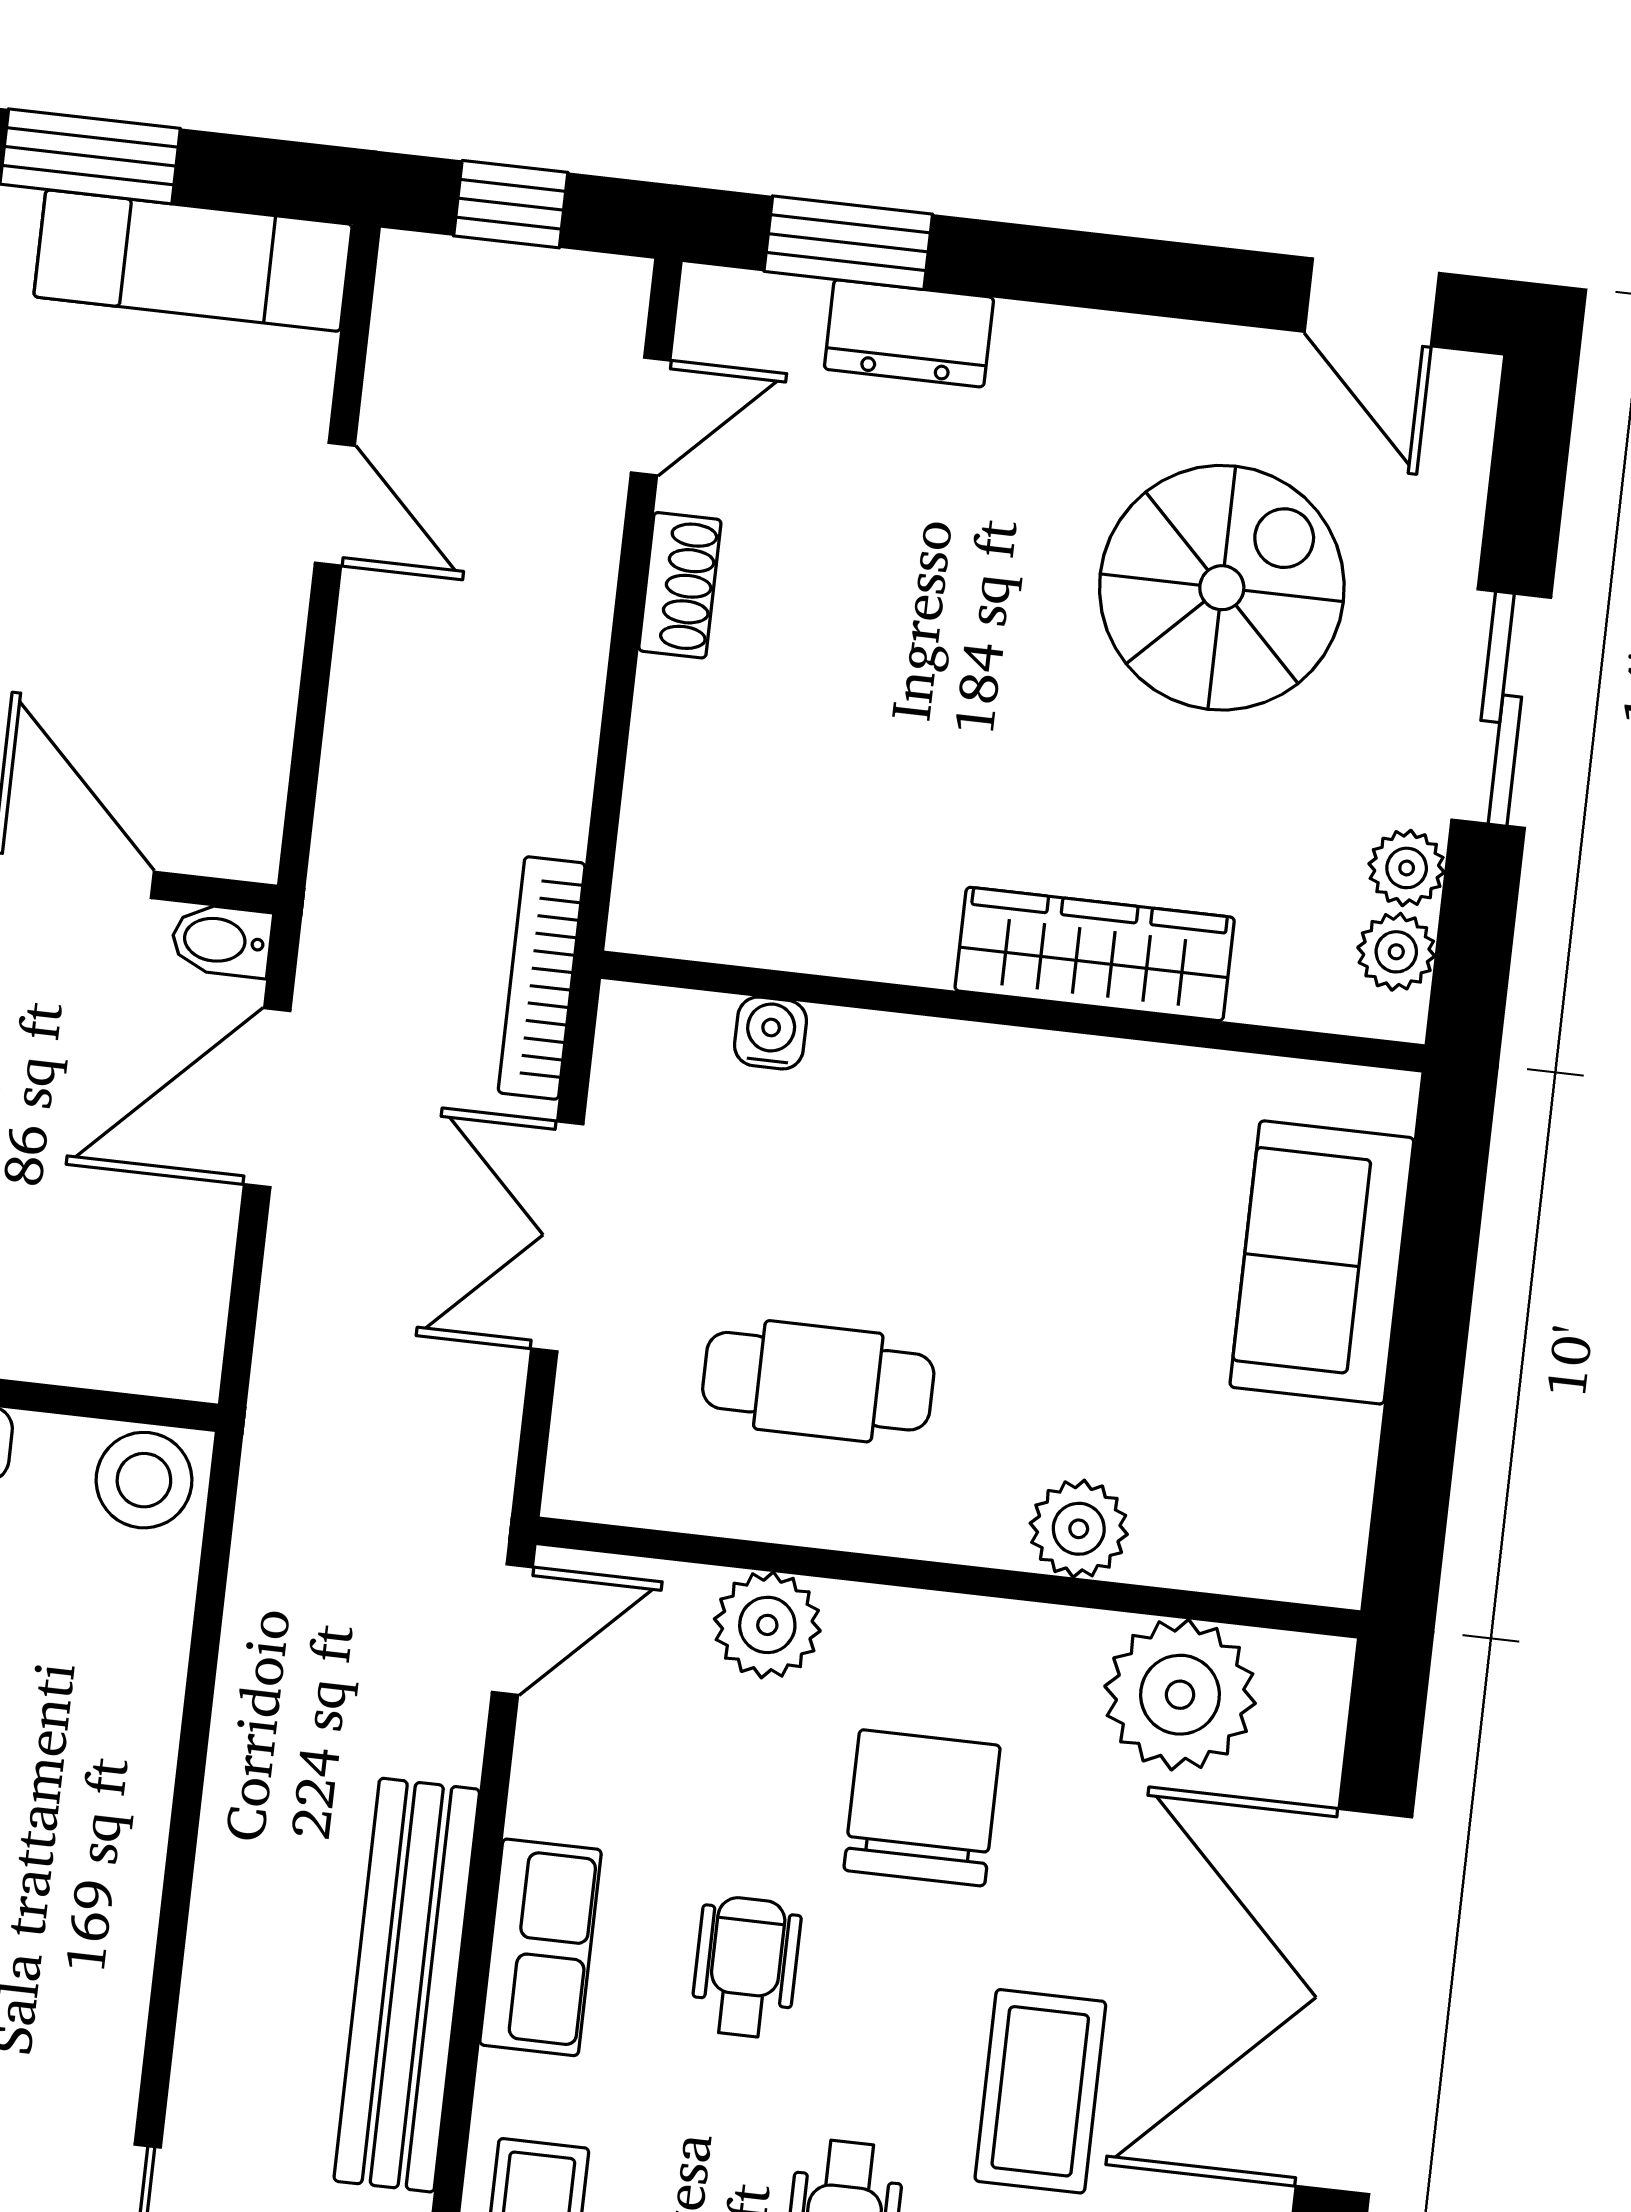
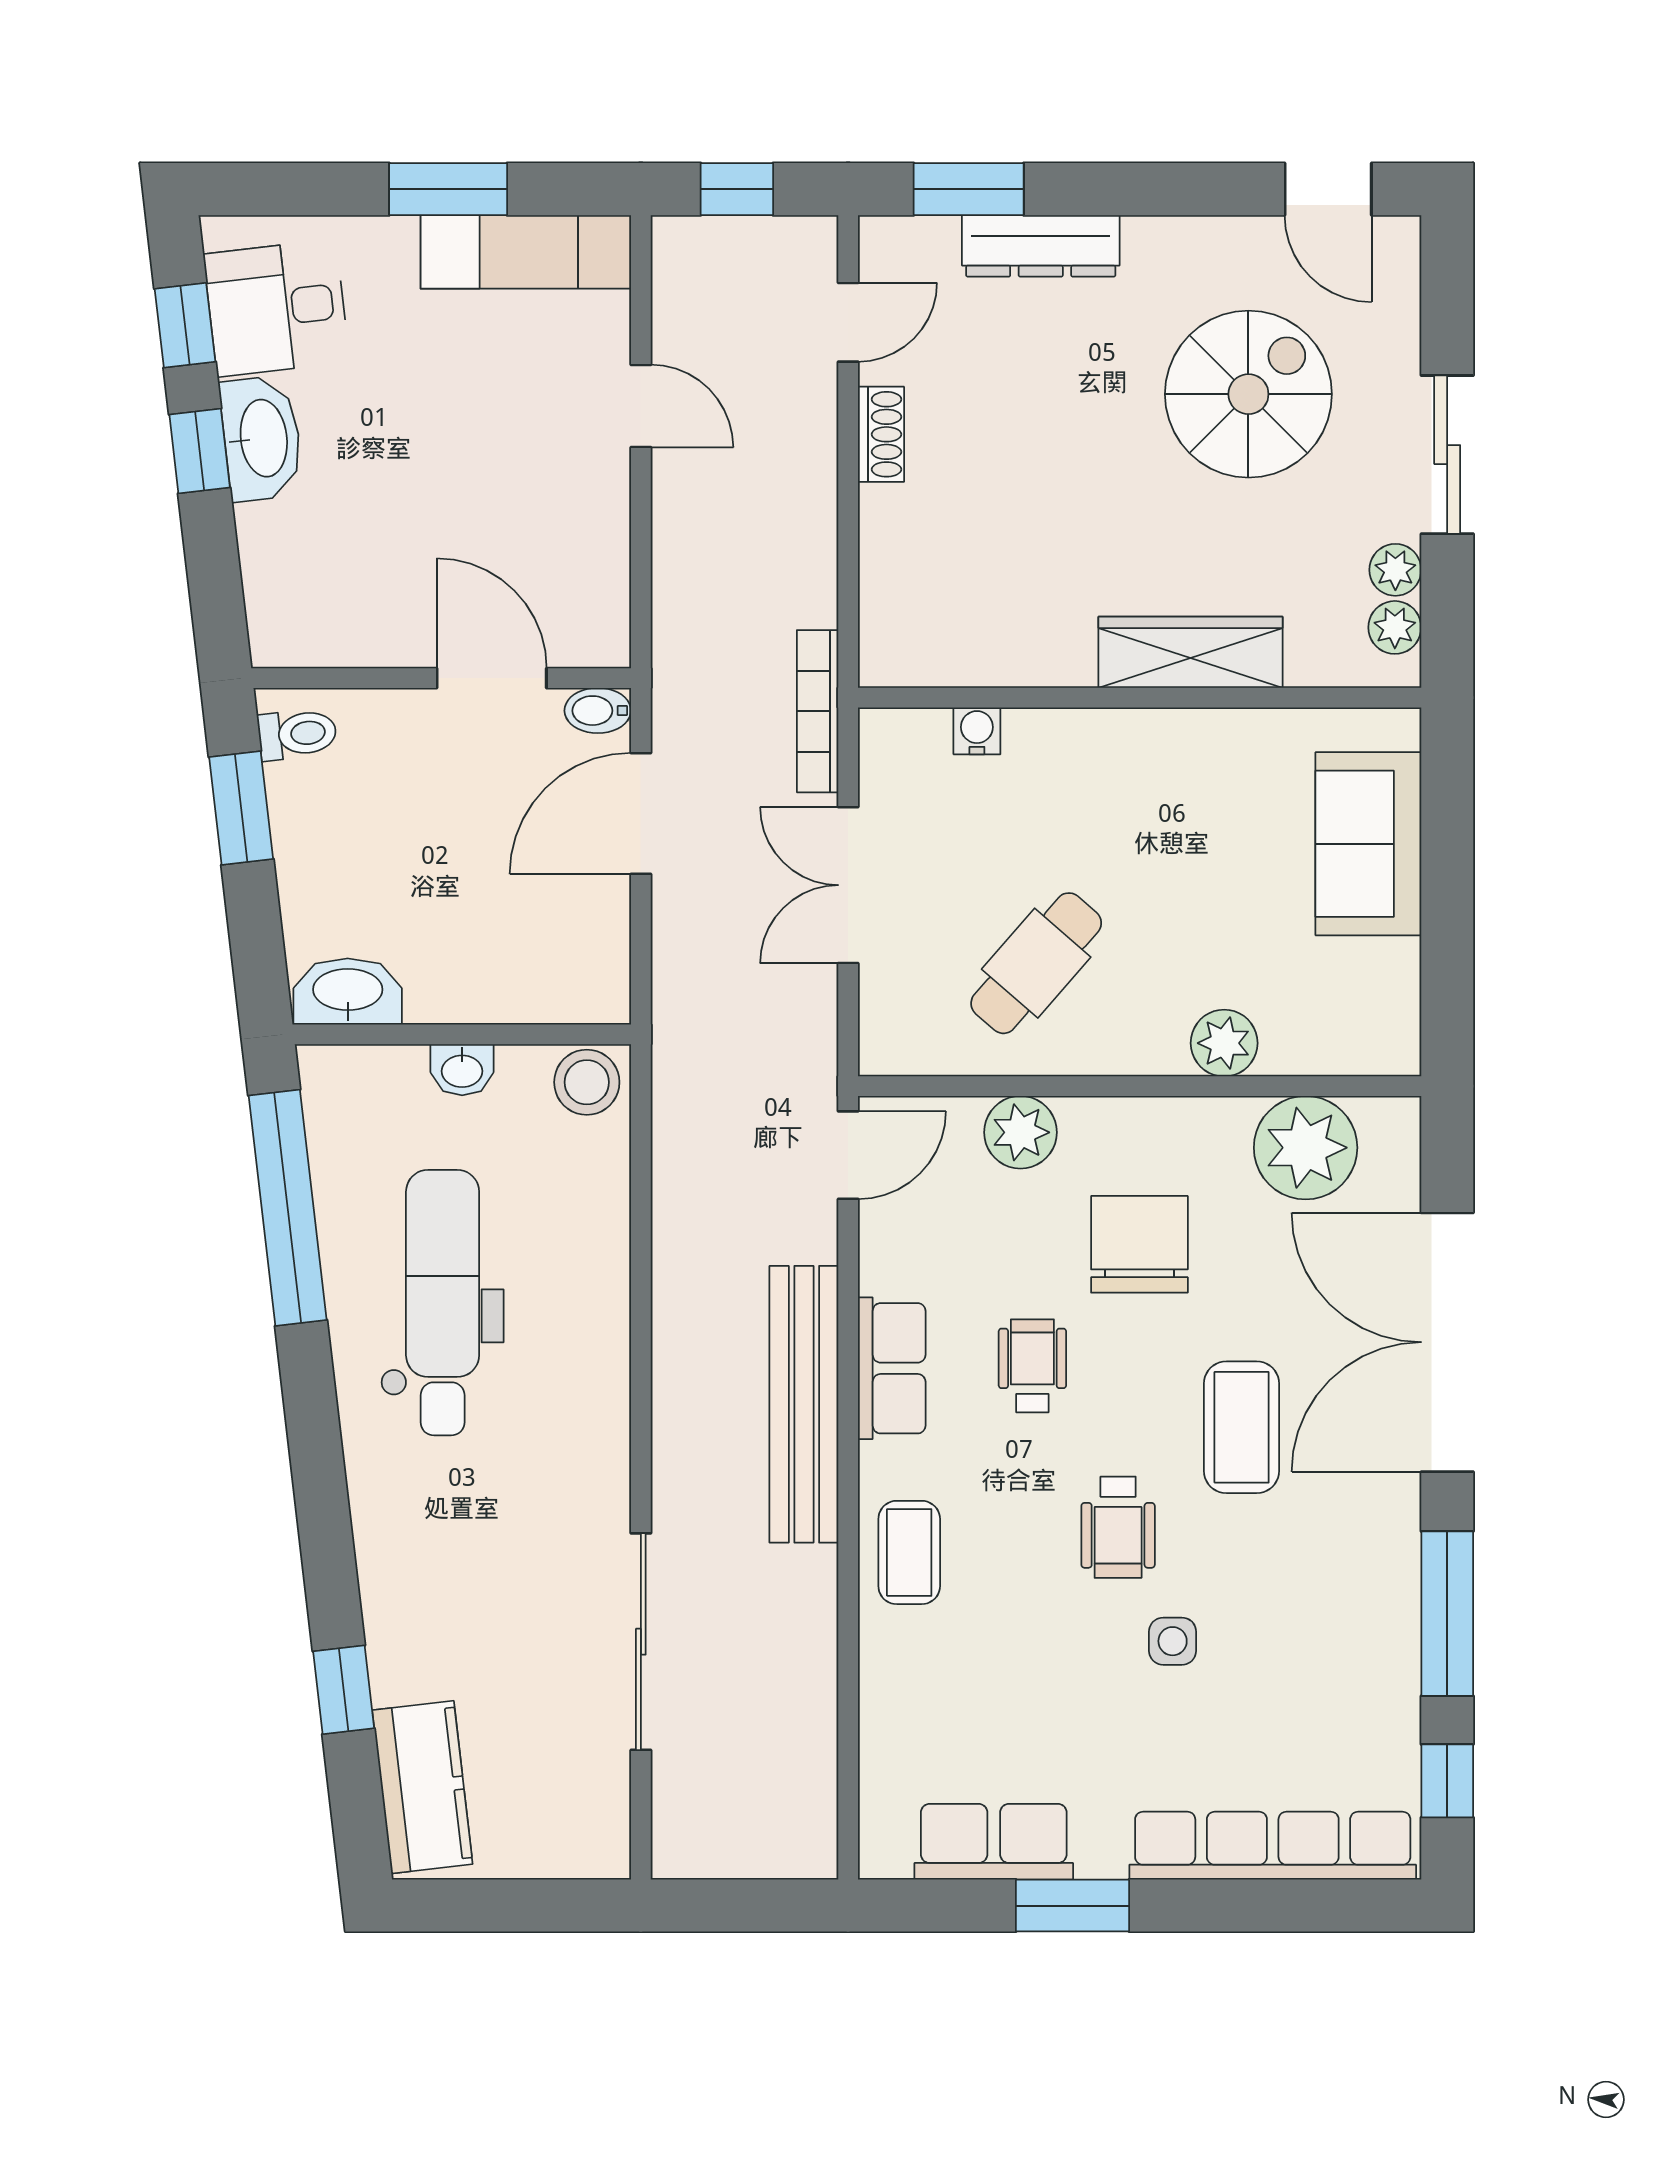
dresser: (909, 333) -> (1041, 246), width x1.44
cafe table: (818, 1381) -> (1036, 963), turned -49

